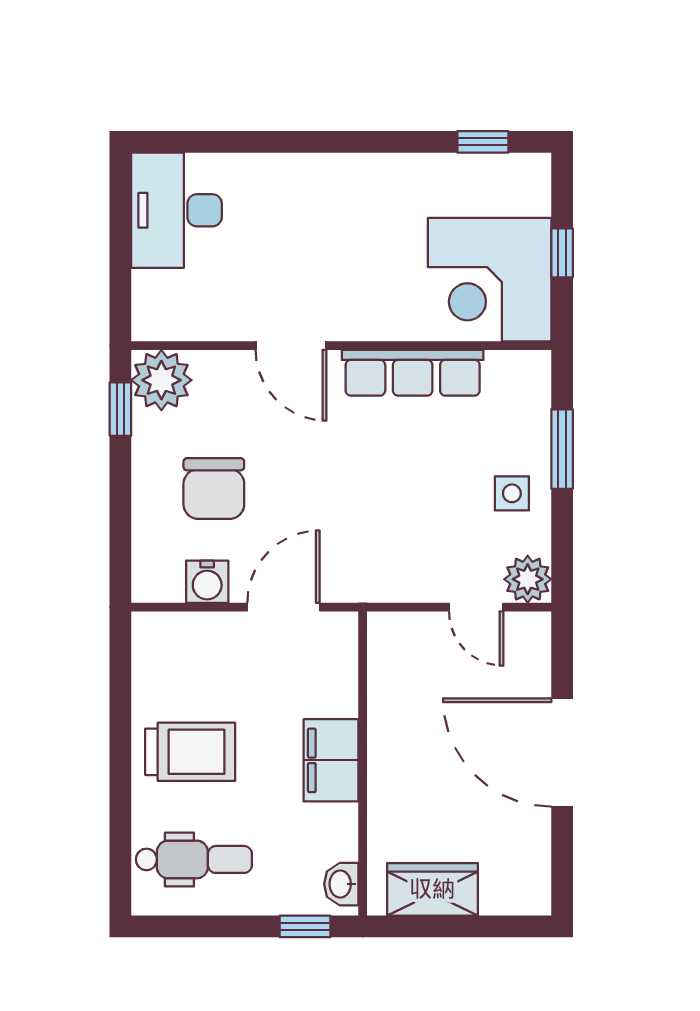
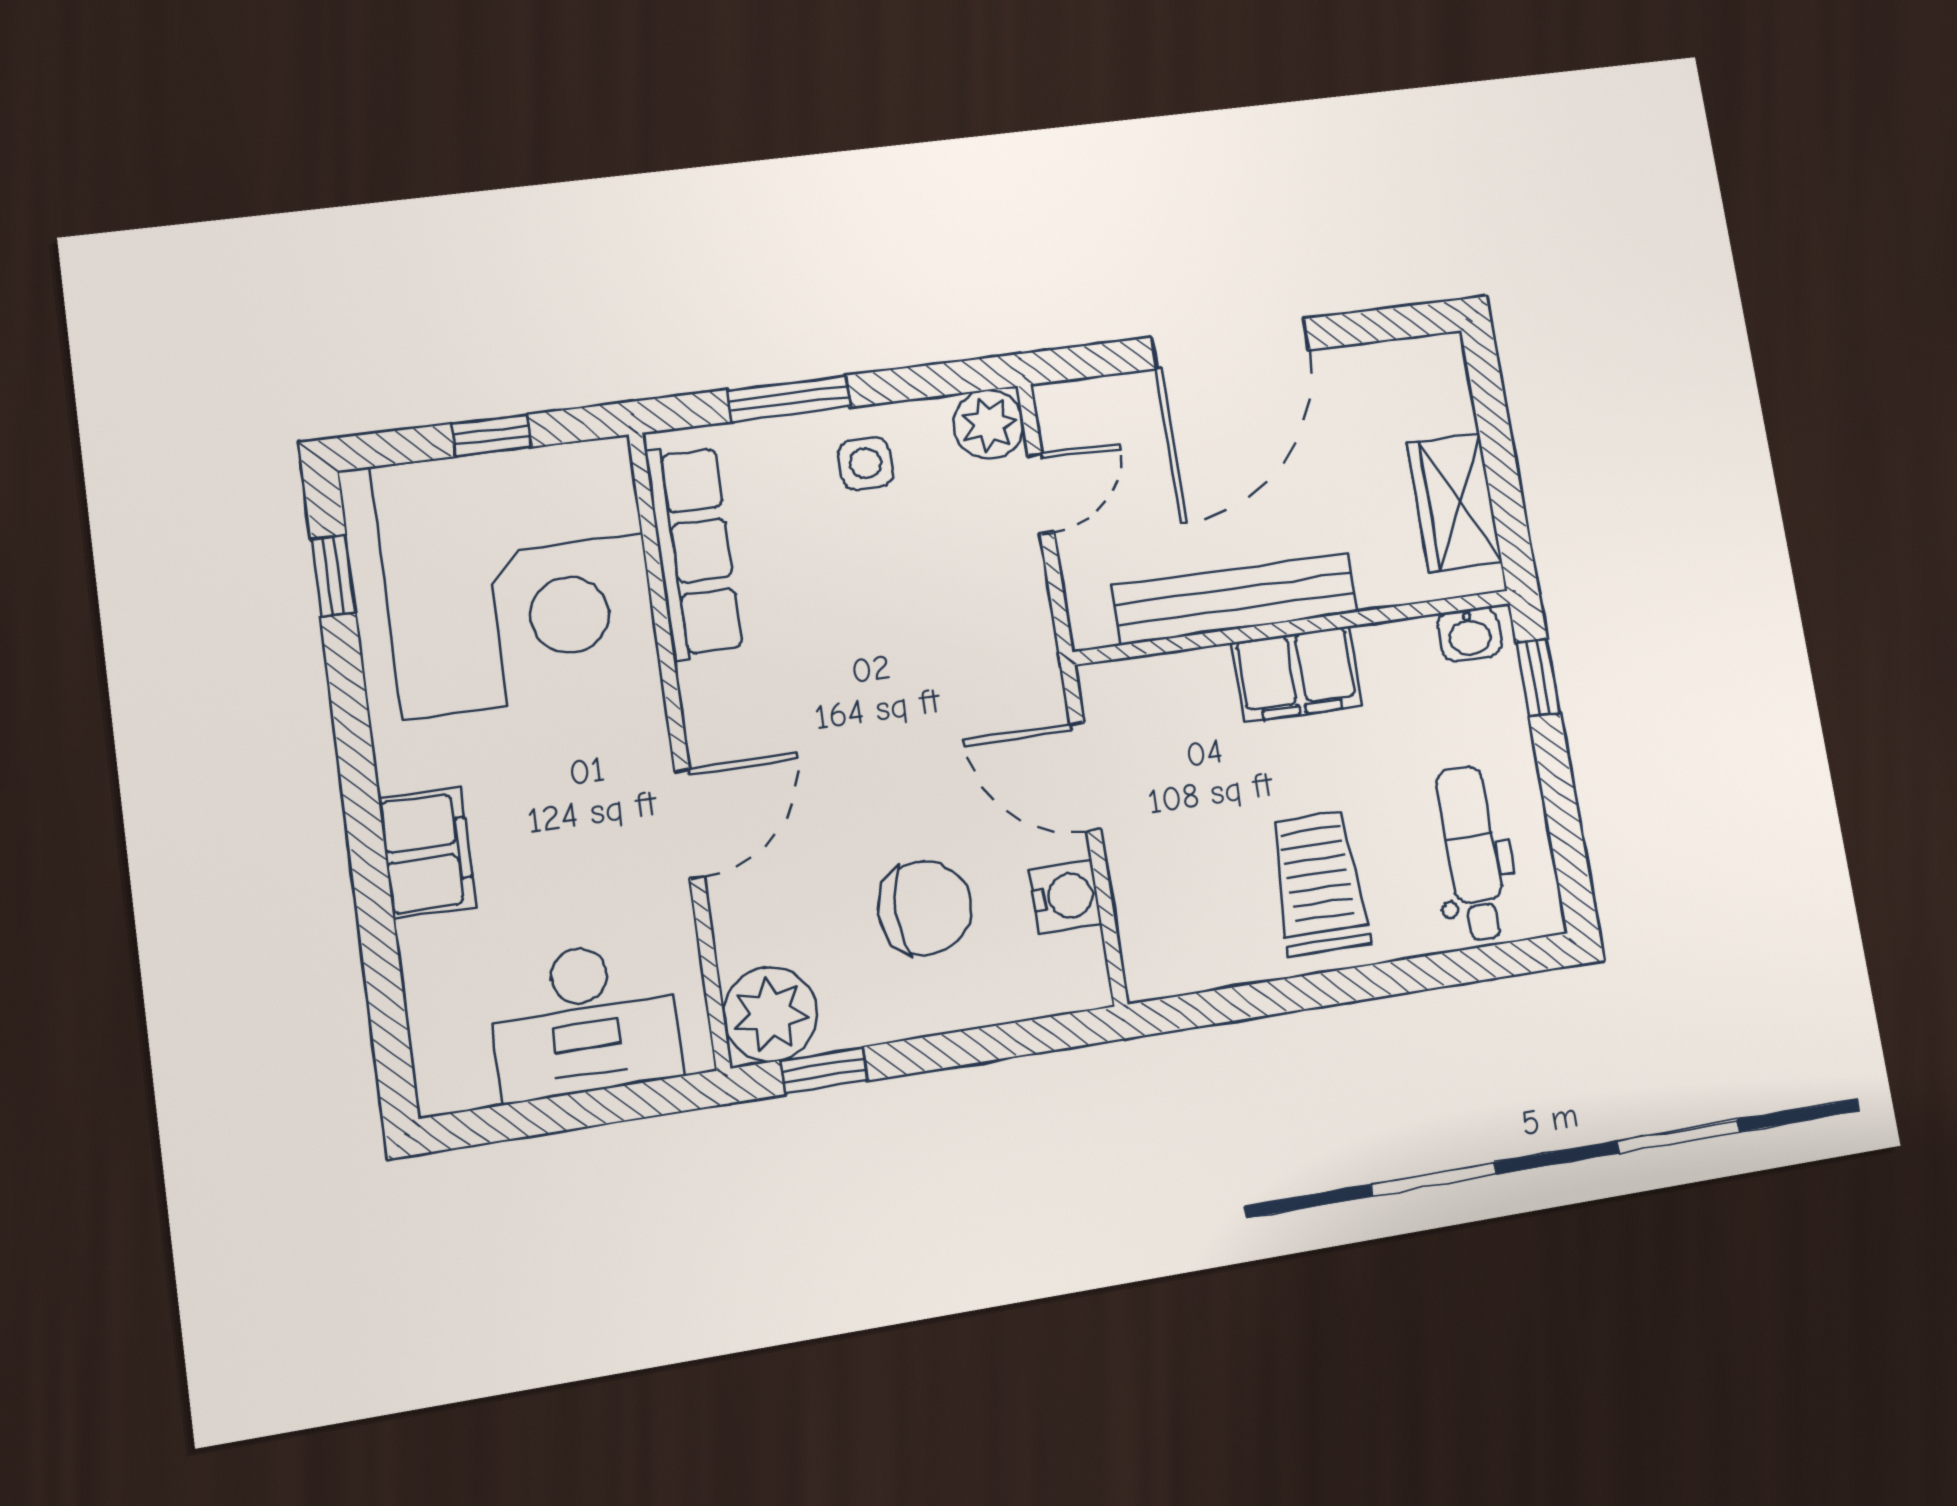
filing cabinet: (297, 179) -> (427, 853), added
desk: (176, 210) -> (585, 1020), moved
corner desk: (490, 280) -> (517, 576), width x1.36, depth x1.36
row of seats: (413, 373) -> (694, 552), moved
bench: (387, 727) -> (1235, 599), added

